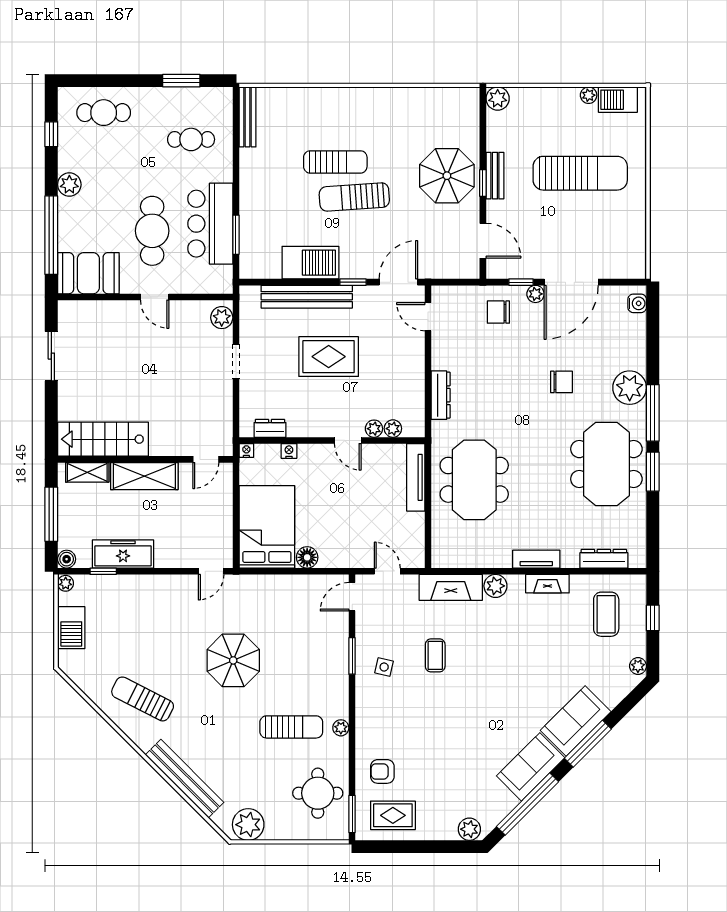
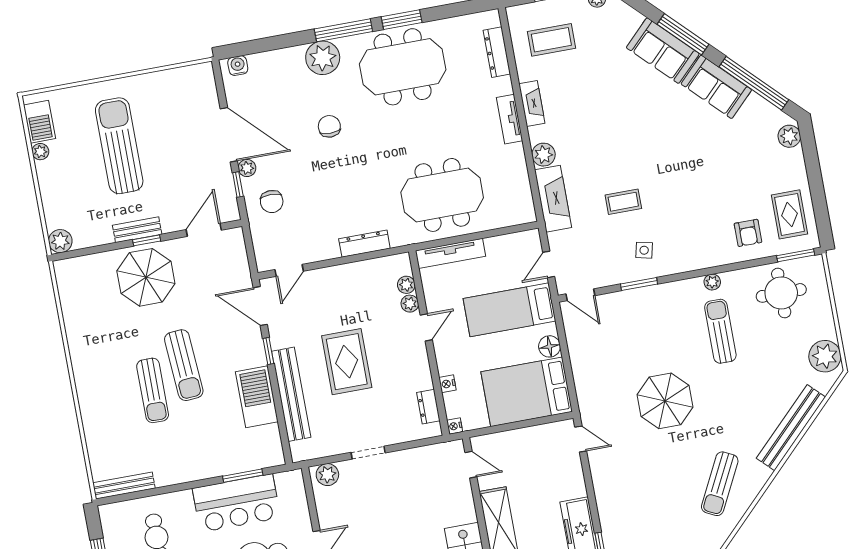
sun lounger: (335, 162) -> (153, 390), turned 180
bed: (350, 525) -> (509, 310), added

